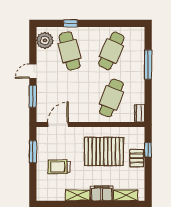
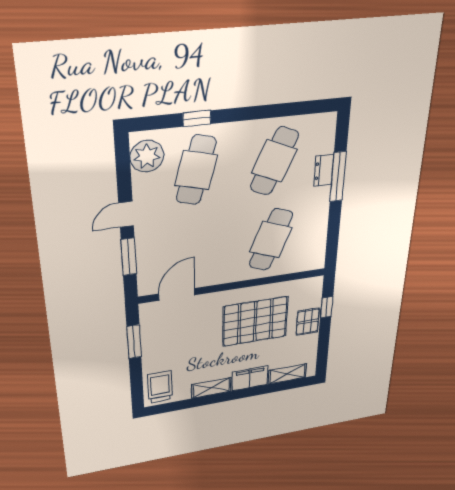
cafe table: (70, 51) -> (196, 170), turned 30
dresser: (140, 113) -> (324, 170), moved
trolley: (59, 167) -> (160, 387), moved, turned 90

